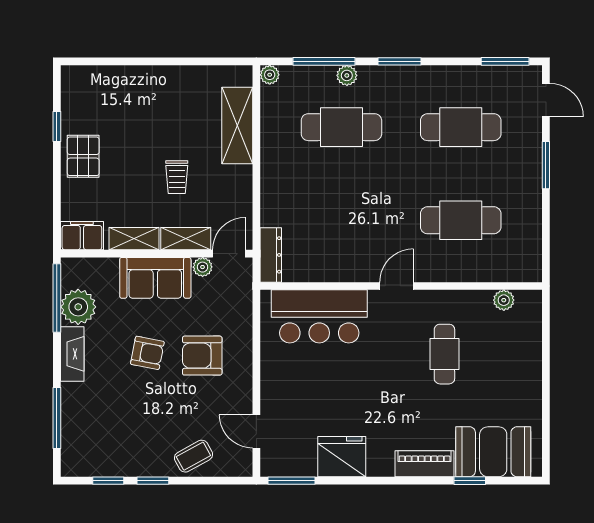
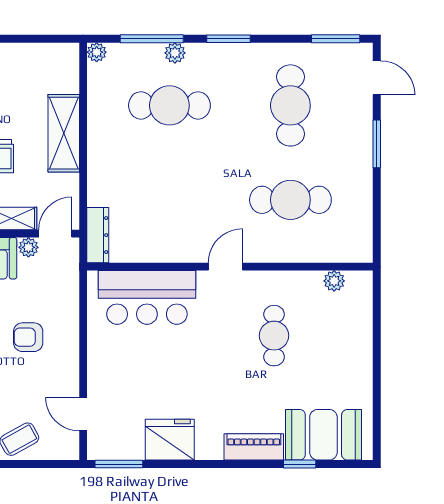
shelving: (237, 126) -> (64, 133), moved
cafe table: (461, 127) -> (290, 105), turned 90
armchair: (202, 356) -> (28, 337), width x0.72, depth x0.72

